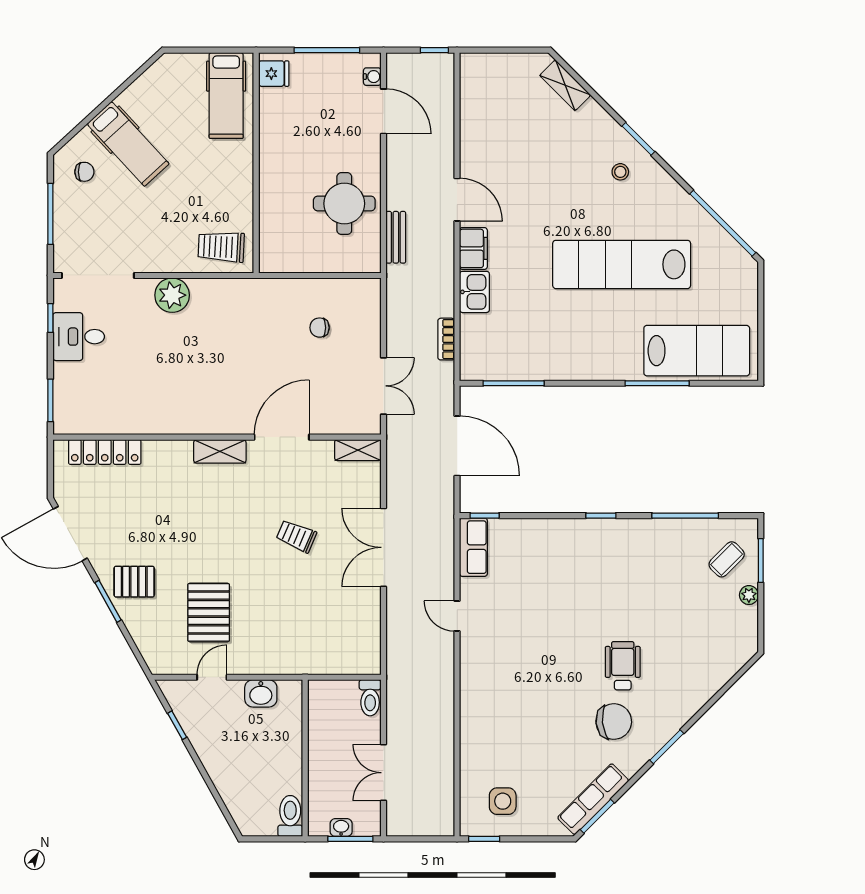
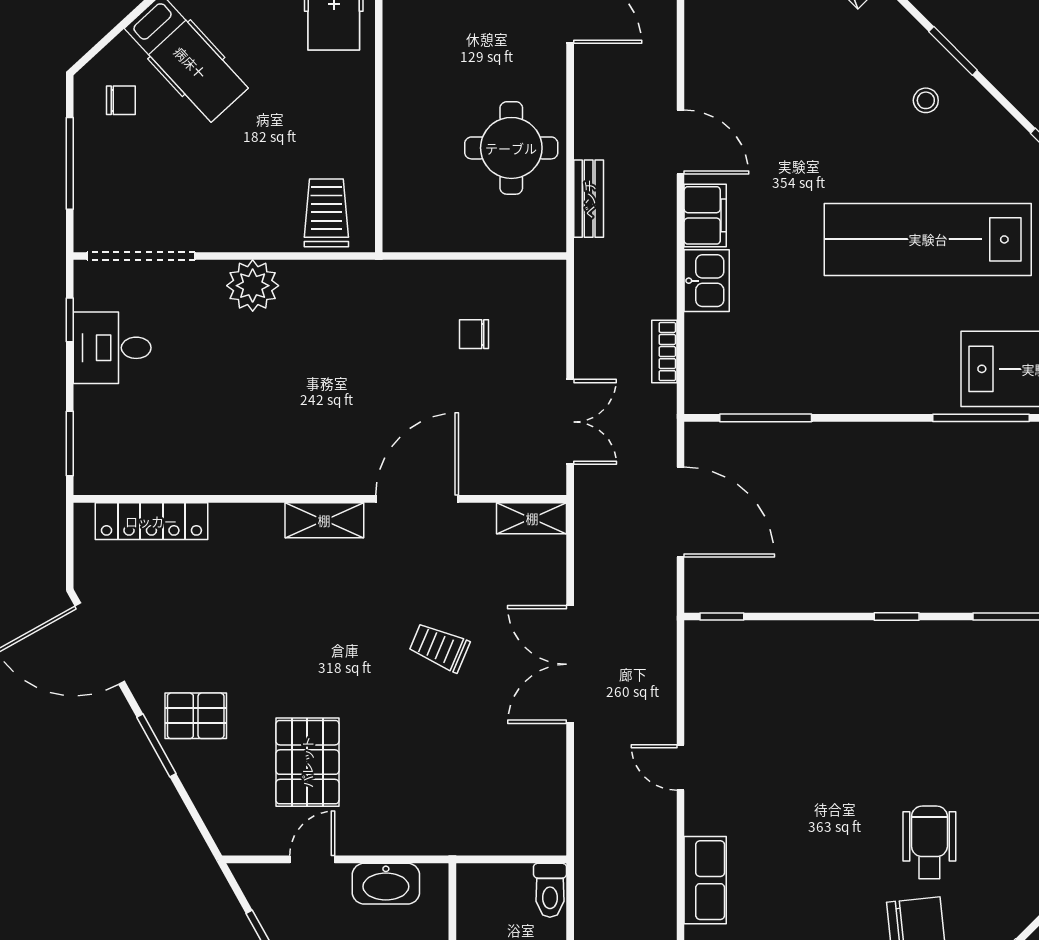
trolley: (221, 247) -> (326, 213), turned 87
row of seats: (473, 547) -> (705, 880), moved
washbasin: (261, 693) -> (386, 884), width x1.38

